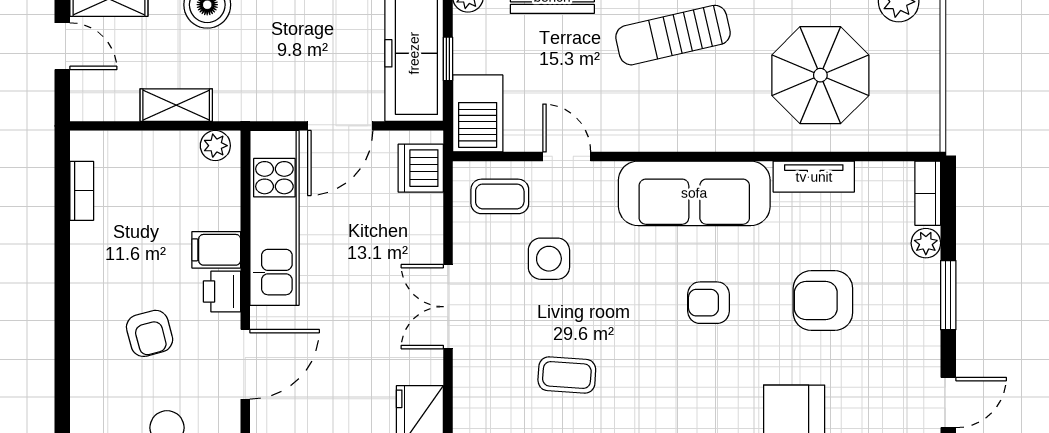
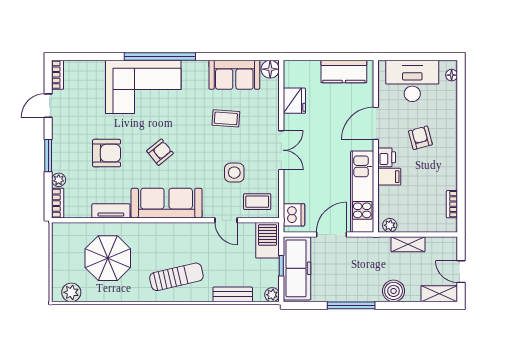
armchair: (708, 303) -> (160, 152), turned -39

